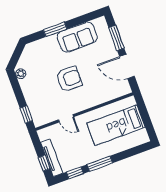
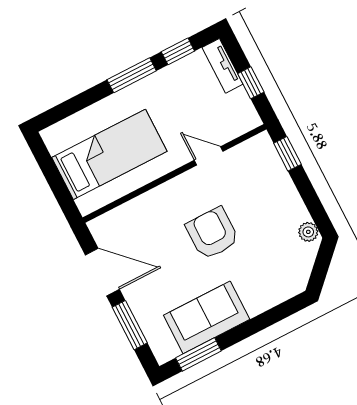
window: (55, 29) -> (198, 354), moved
armchair: (69, 79) -> (212, 233), turned 90
tv unit: (52, 158) -> (223, 66), width x0.71
window: (44, 163) -> (251, 83), moved

